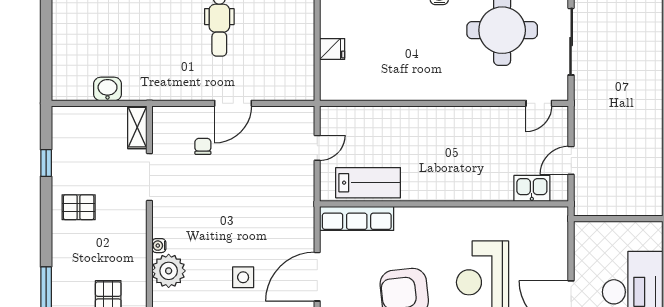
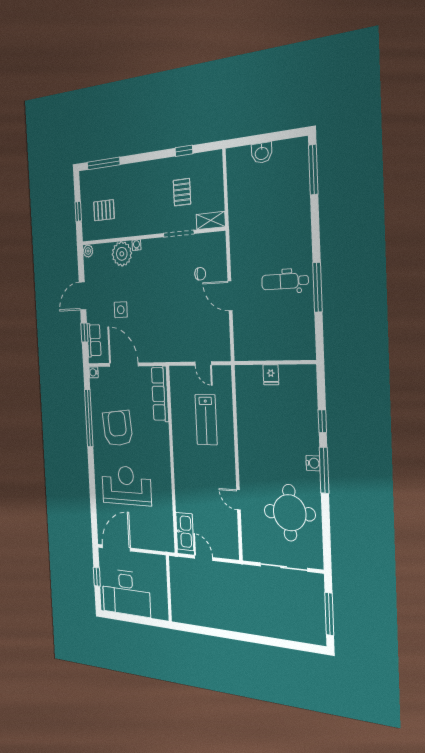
washbasin: (108, 89) -> (262, 153), moved, turned 90
door: (539, 103) -> (238, 500), moved
lab bench: (368, 183) -> (206, 420), moved
kitchen sink: (532, 188) -> (185, 532), width x1.38
pallet: (79, 207) -> (182, 192), moved

